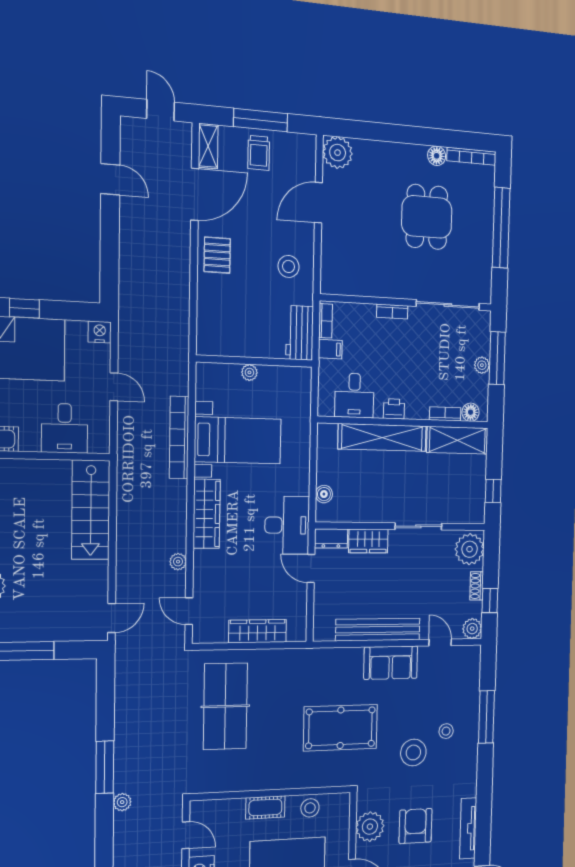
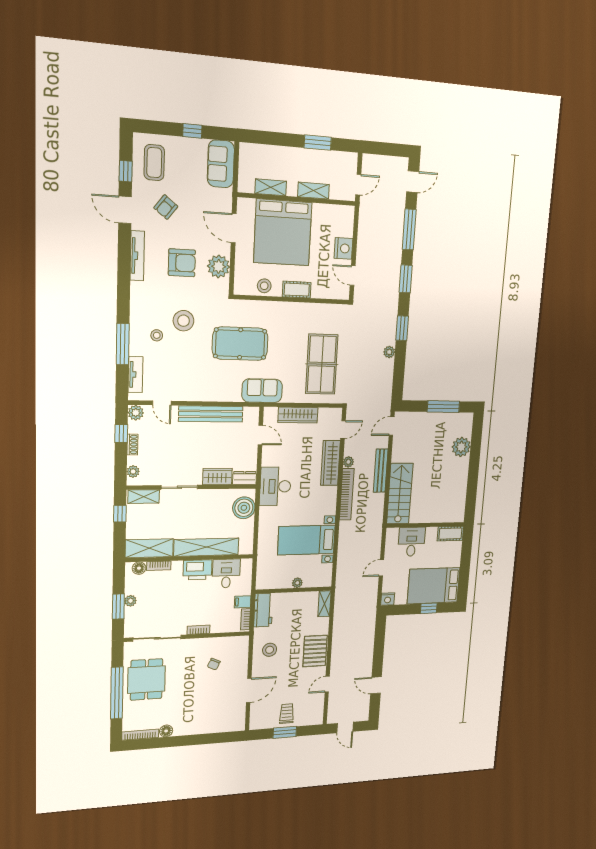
window: (261, 120) -> (285, 732), width x0.69
shelving: (208, 146) -> (324, 604), moved
plant: (338, 153) -> (235, 722), removed
door: (195, 194) -> (327, 684), width x0.53
dining table: (427, 217) -> (146, 679), moved
chair: (370, 254) -> (214, 664), added
pallet: (217, 255) -> (315, 651), width x1.50, depth x1.42
window: (497, 358) -> (118, 607), width x0.69
door: (114, 387) -> (381, 568), hinge flipped
printer: (394, 409) -> (197, 570), width x1.87, depth x1.48
bookcase: (179, 437) -> (347, 494), moved
boiler: (324, 494) -> (244, 508), width x1.86, depth x1.86
wardrobe: (207, 514) -> (330, 463), moved
shelving: (464, 514) -> (144, 497), added
bench: (125, 547) -> (381, 471), added
plant: (470, 549) -> (133, 471), width x0.53, depth x0.53
door: (311, 569) -> (260, 435), moved
door: (189, 611) -> (343, 430), hinge flipped
sofa: (391, 663) -> (262, 391), moved
tv unit: (472, 679) -> (135, 375), added
window: (105, 767) -> (402, 328), width x0.69
plant: (122, 802) -> (389, 352), moved
armchair: (416, 826) -> (182, 263), turned -90
window: (104, 839) -> (406, 279), added

